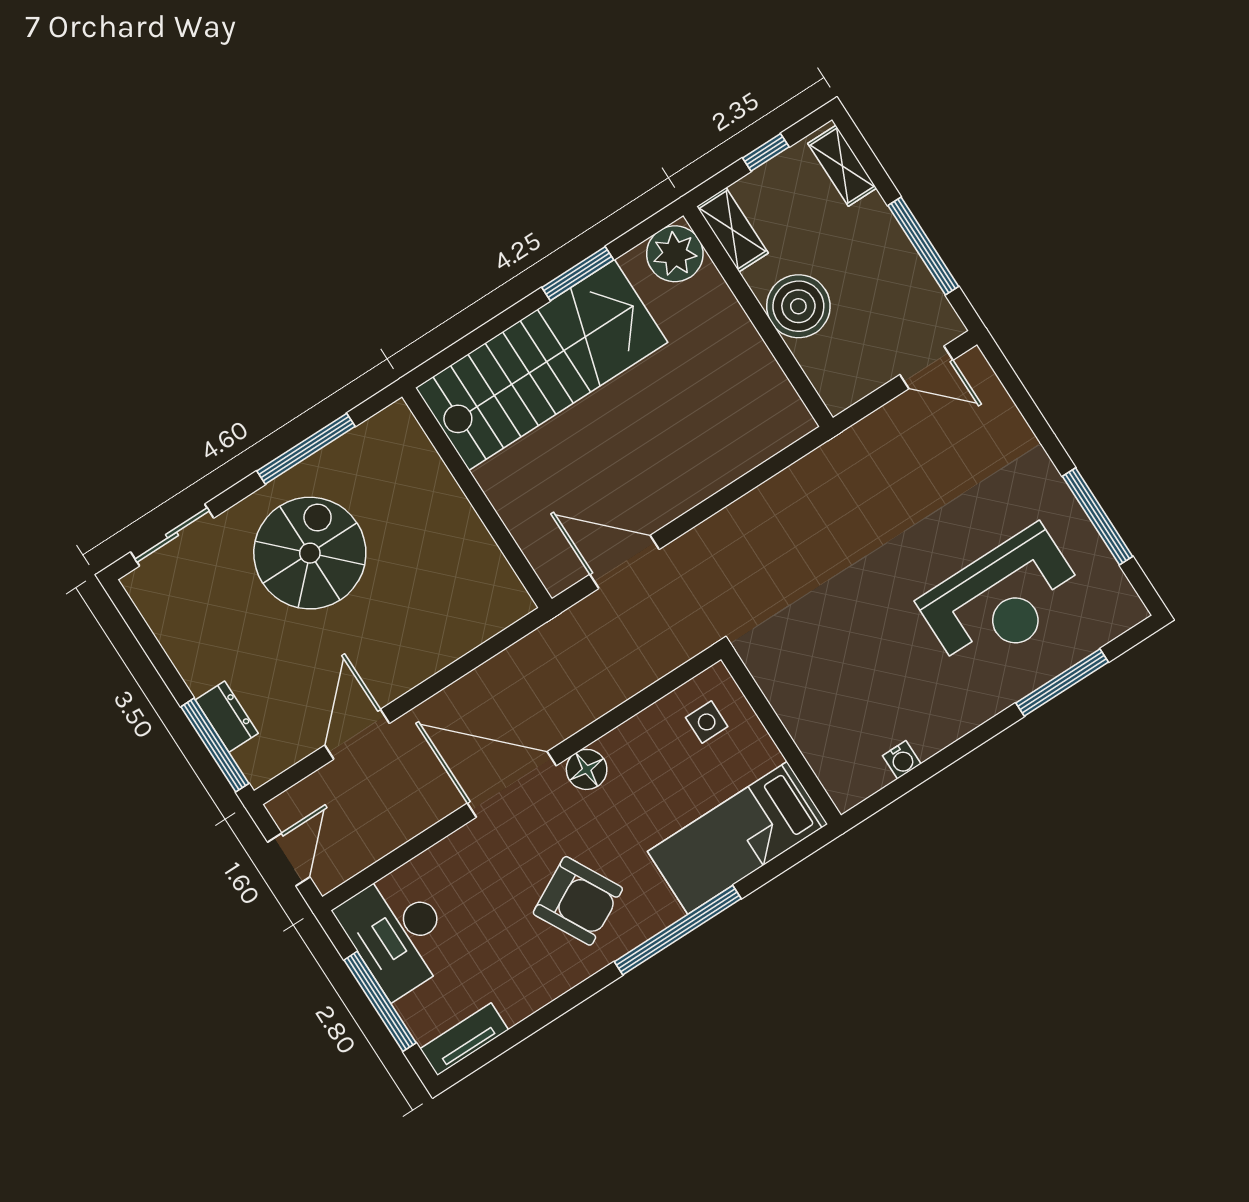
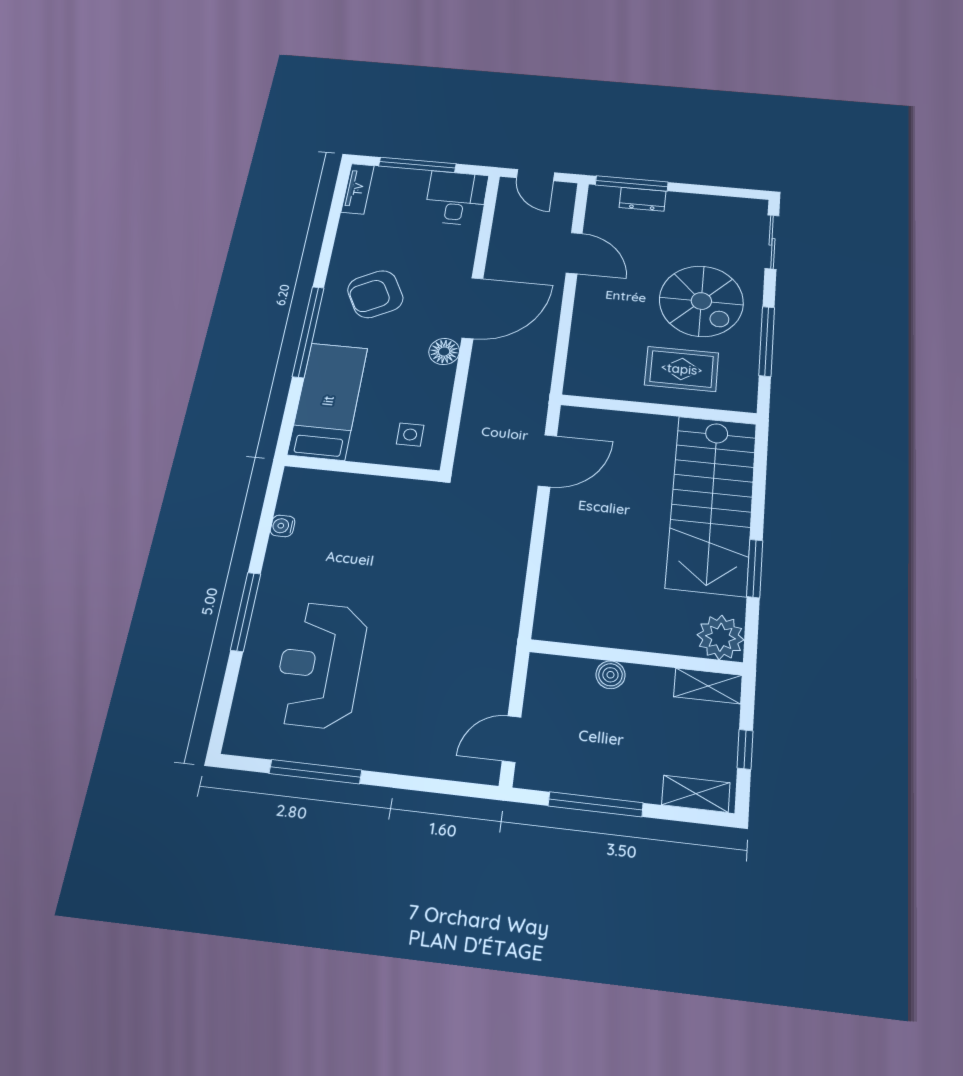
boiler: (798, 306) -> (610, 675), width x0.54, depth x0.54
rug: (410, 511) -> (682, 369), added
window: (1062, 683) -> (246, 612), moved
desk: (397, 933) -> (456, 198), width x0.73

